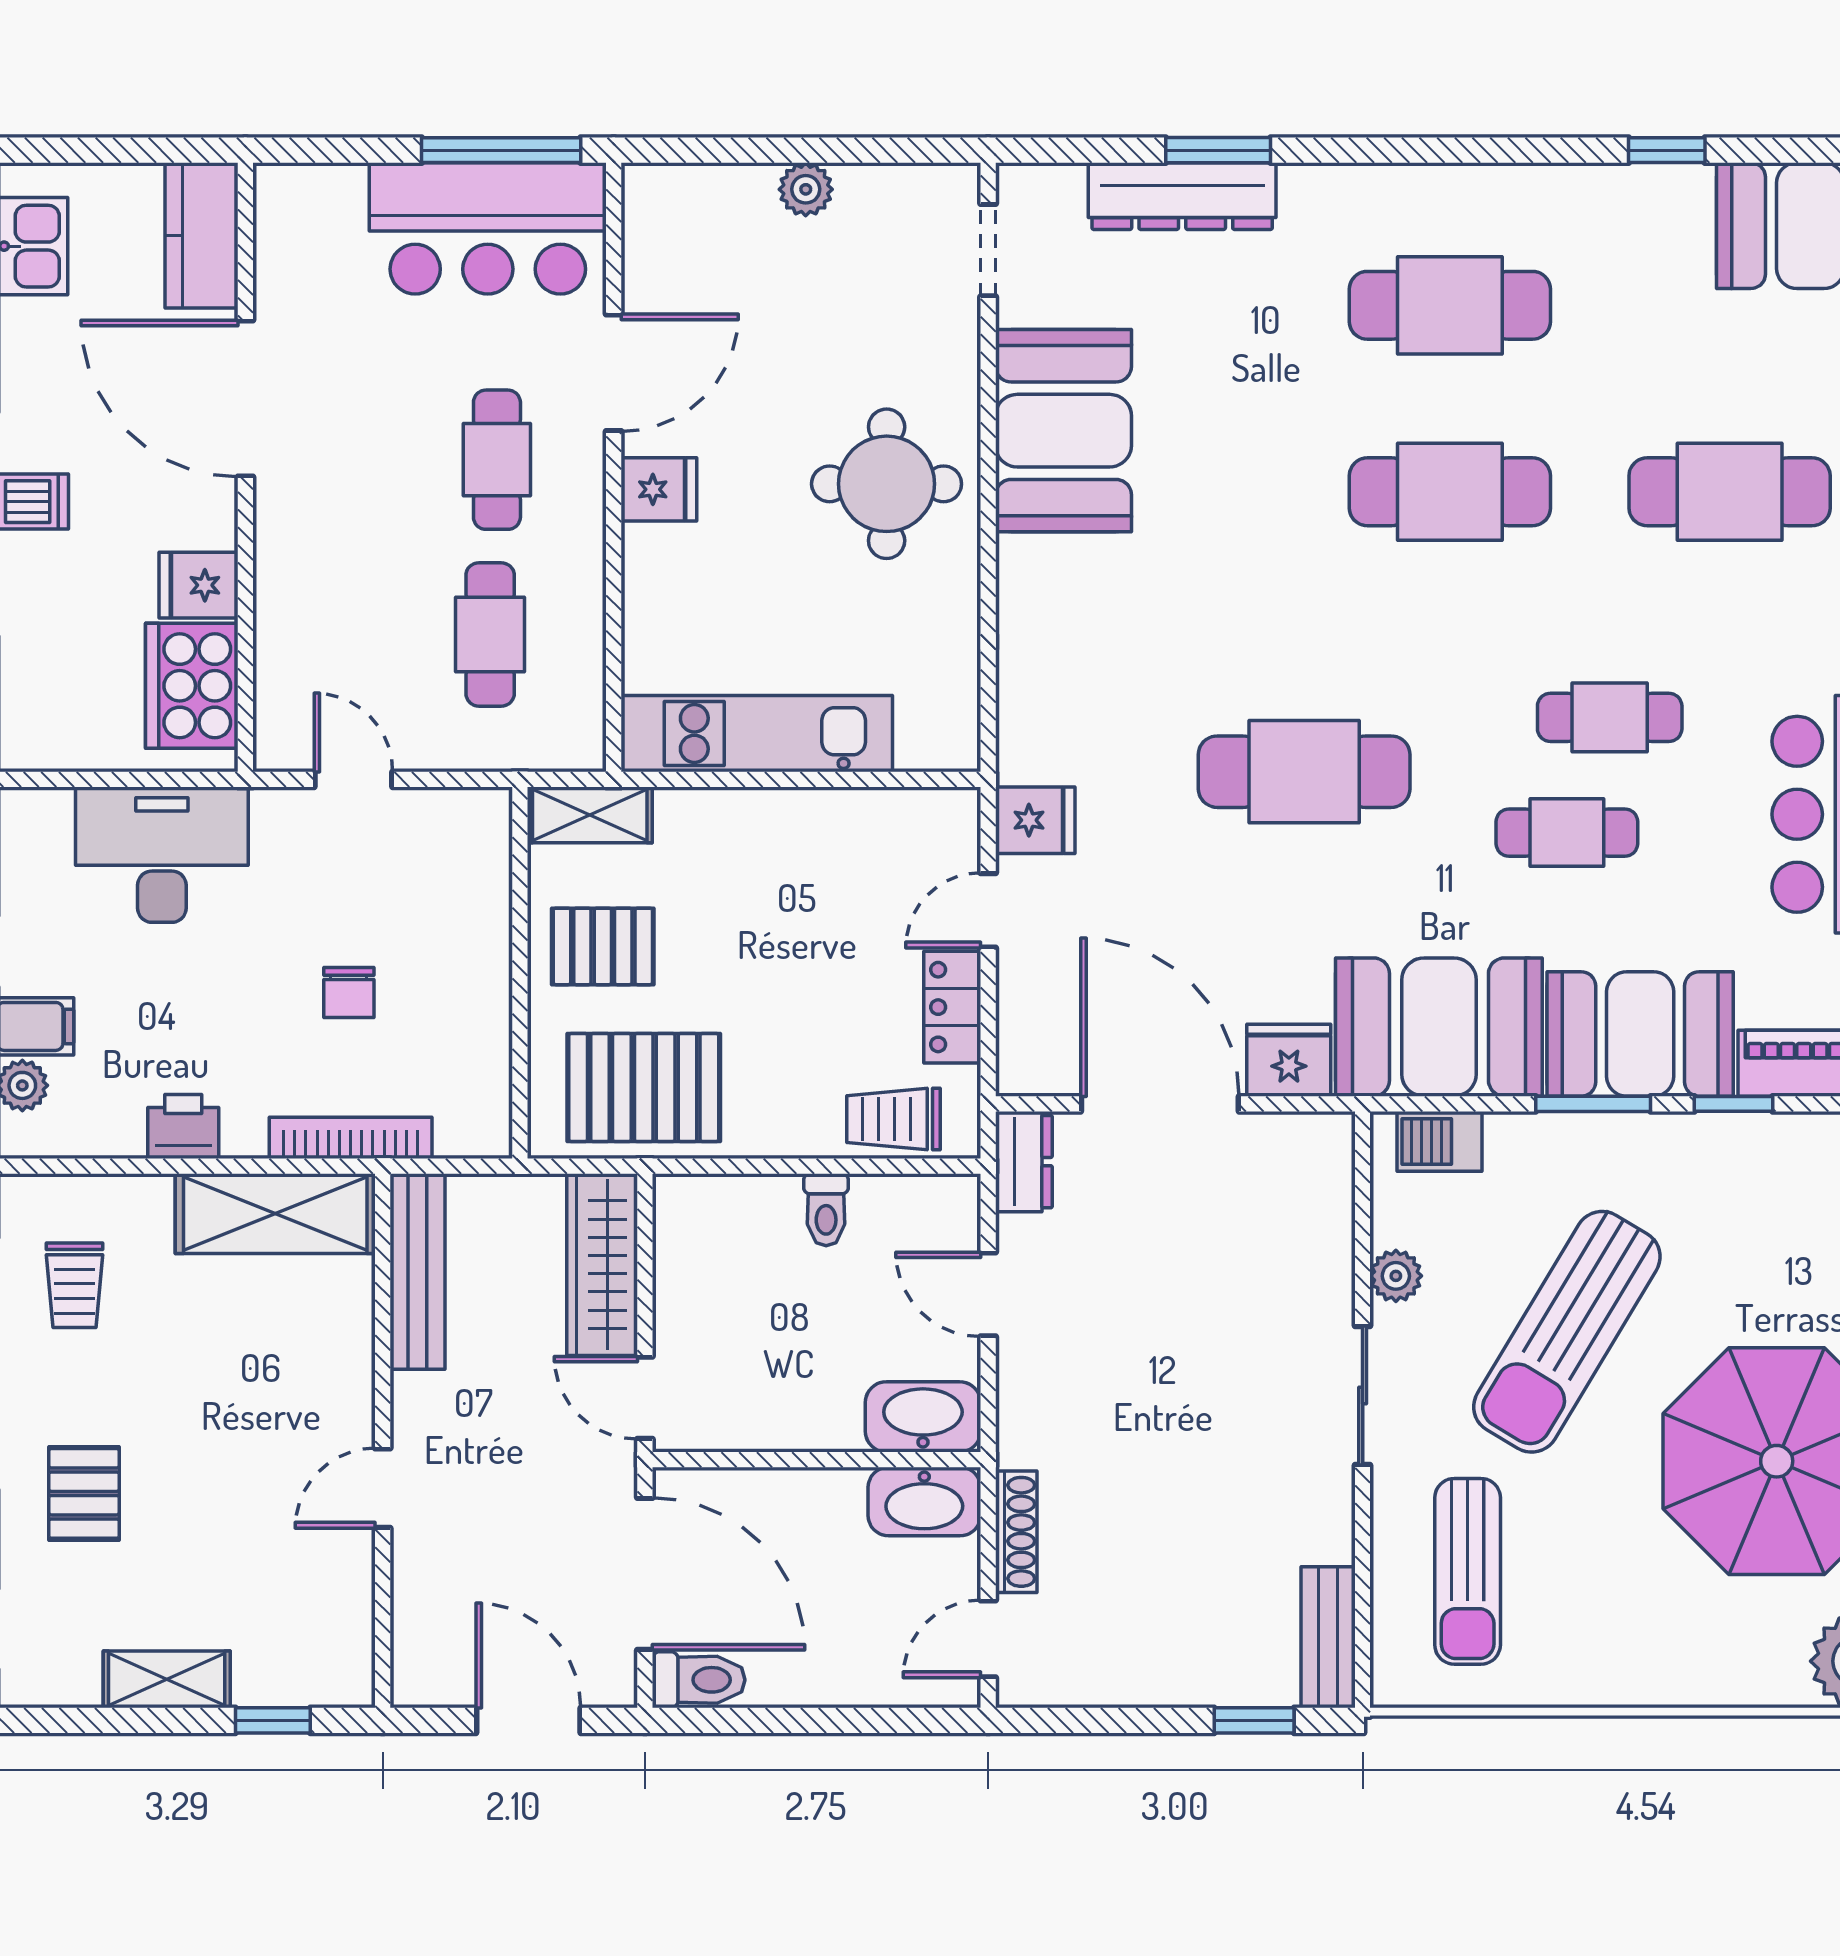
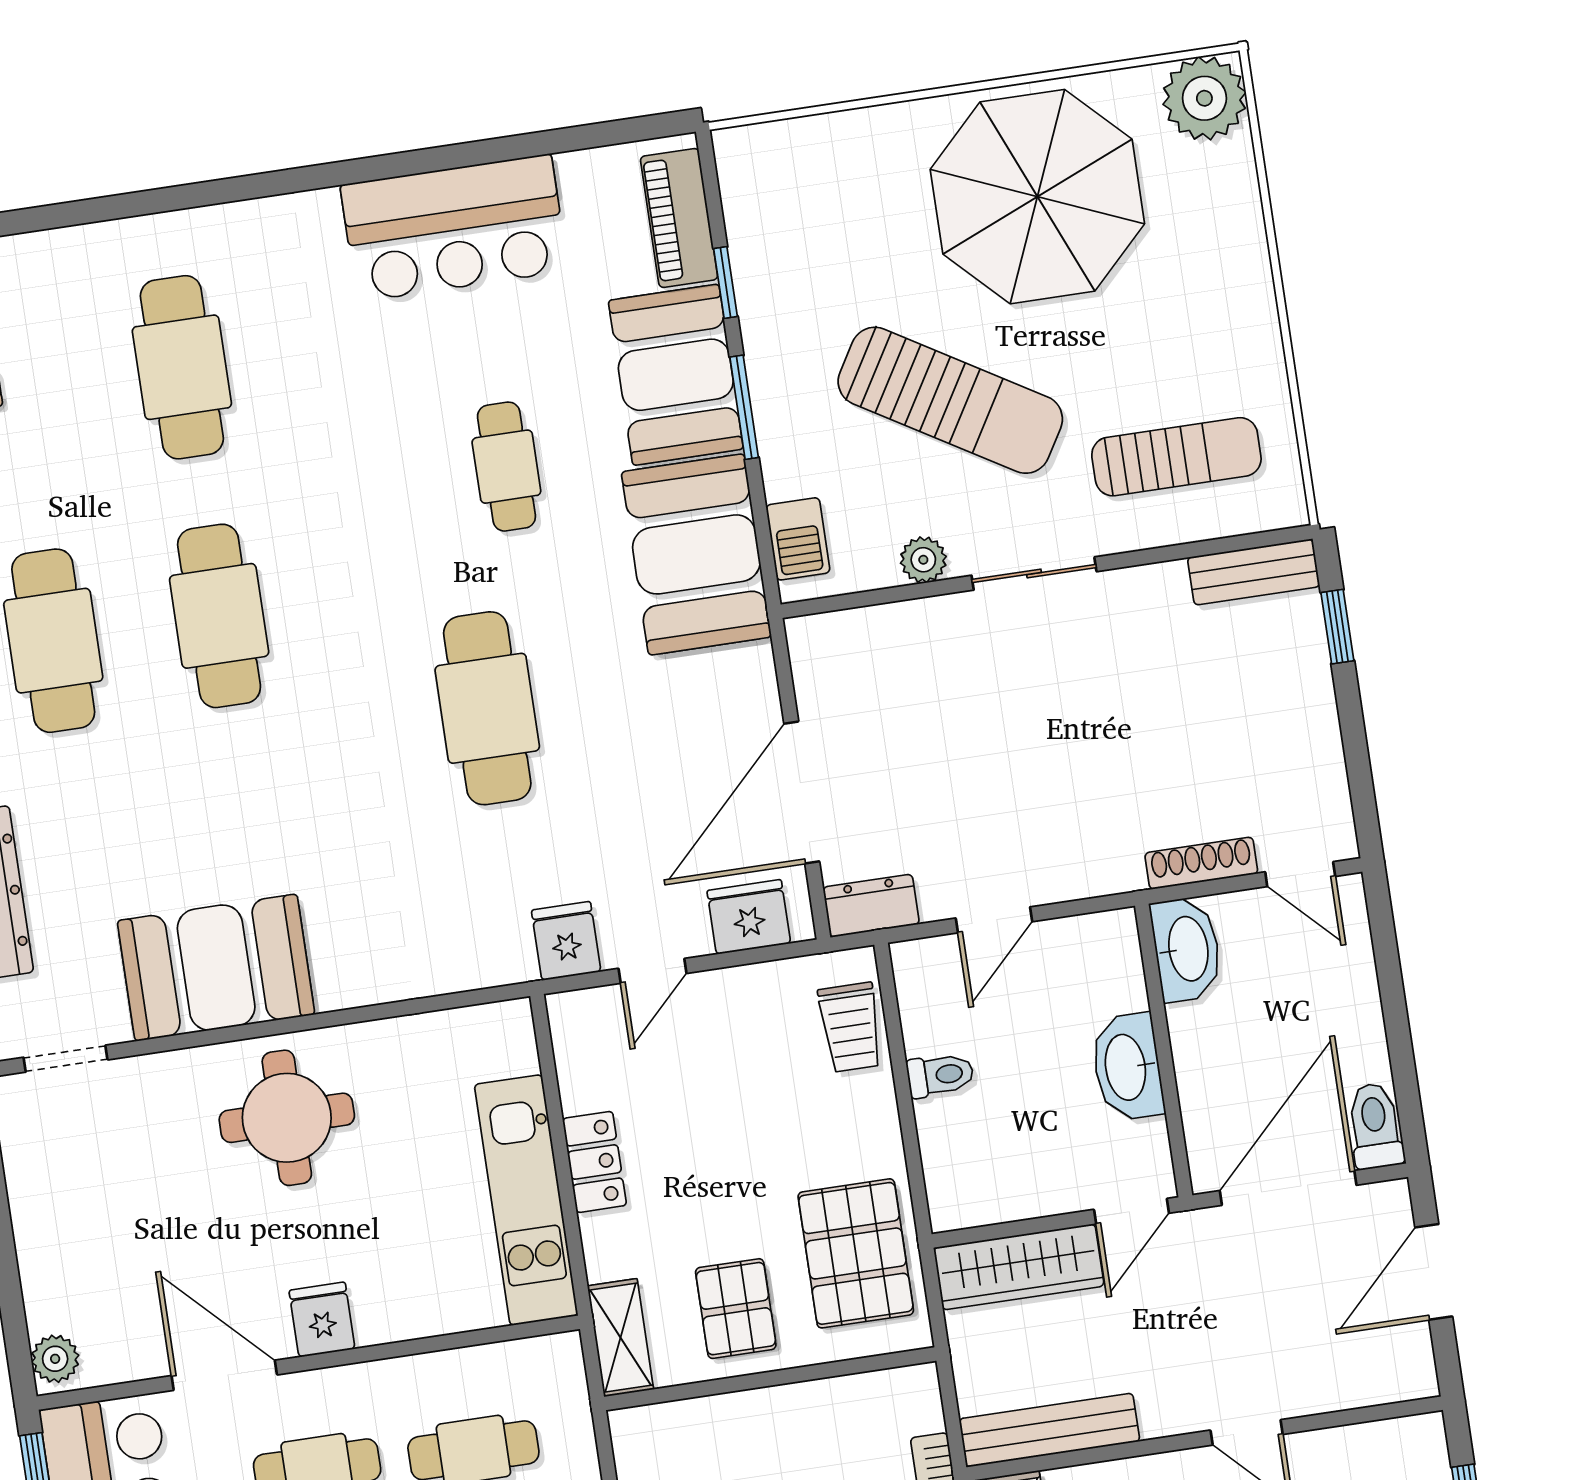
plant: (806, 189) -> (55, 1359), moved
cafe table: (1610, 717) -> (398, 444), removed
door: (988, 910) -> (652, 971), hinge flipped
locker: (952, 1007) -> (594, 1162), moved, turned -90
fridge: (1289, 1060) -> (749, 917), moved, turned 90
washbasin: (923, 1417) -> (1127, 1067), moved

